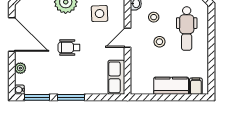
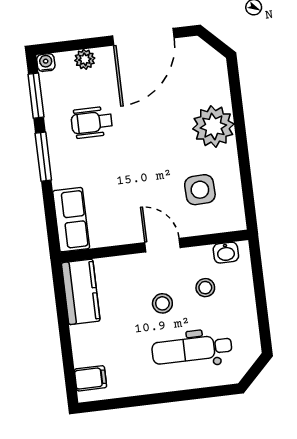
wheelchair: (69, 47) -> (92, 122), moved, turned -90
row of seats: (116, 77) -> (71, 220), moved, turned 90
kitchen counter: (171, 86) -> (81, 292), moved

